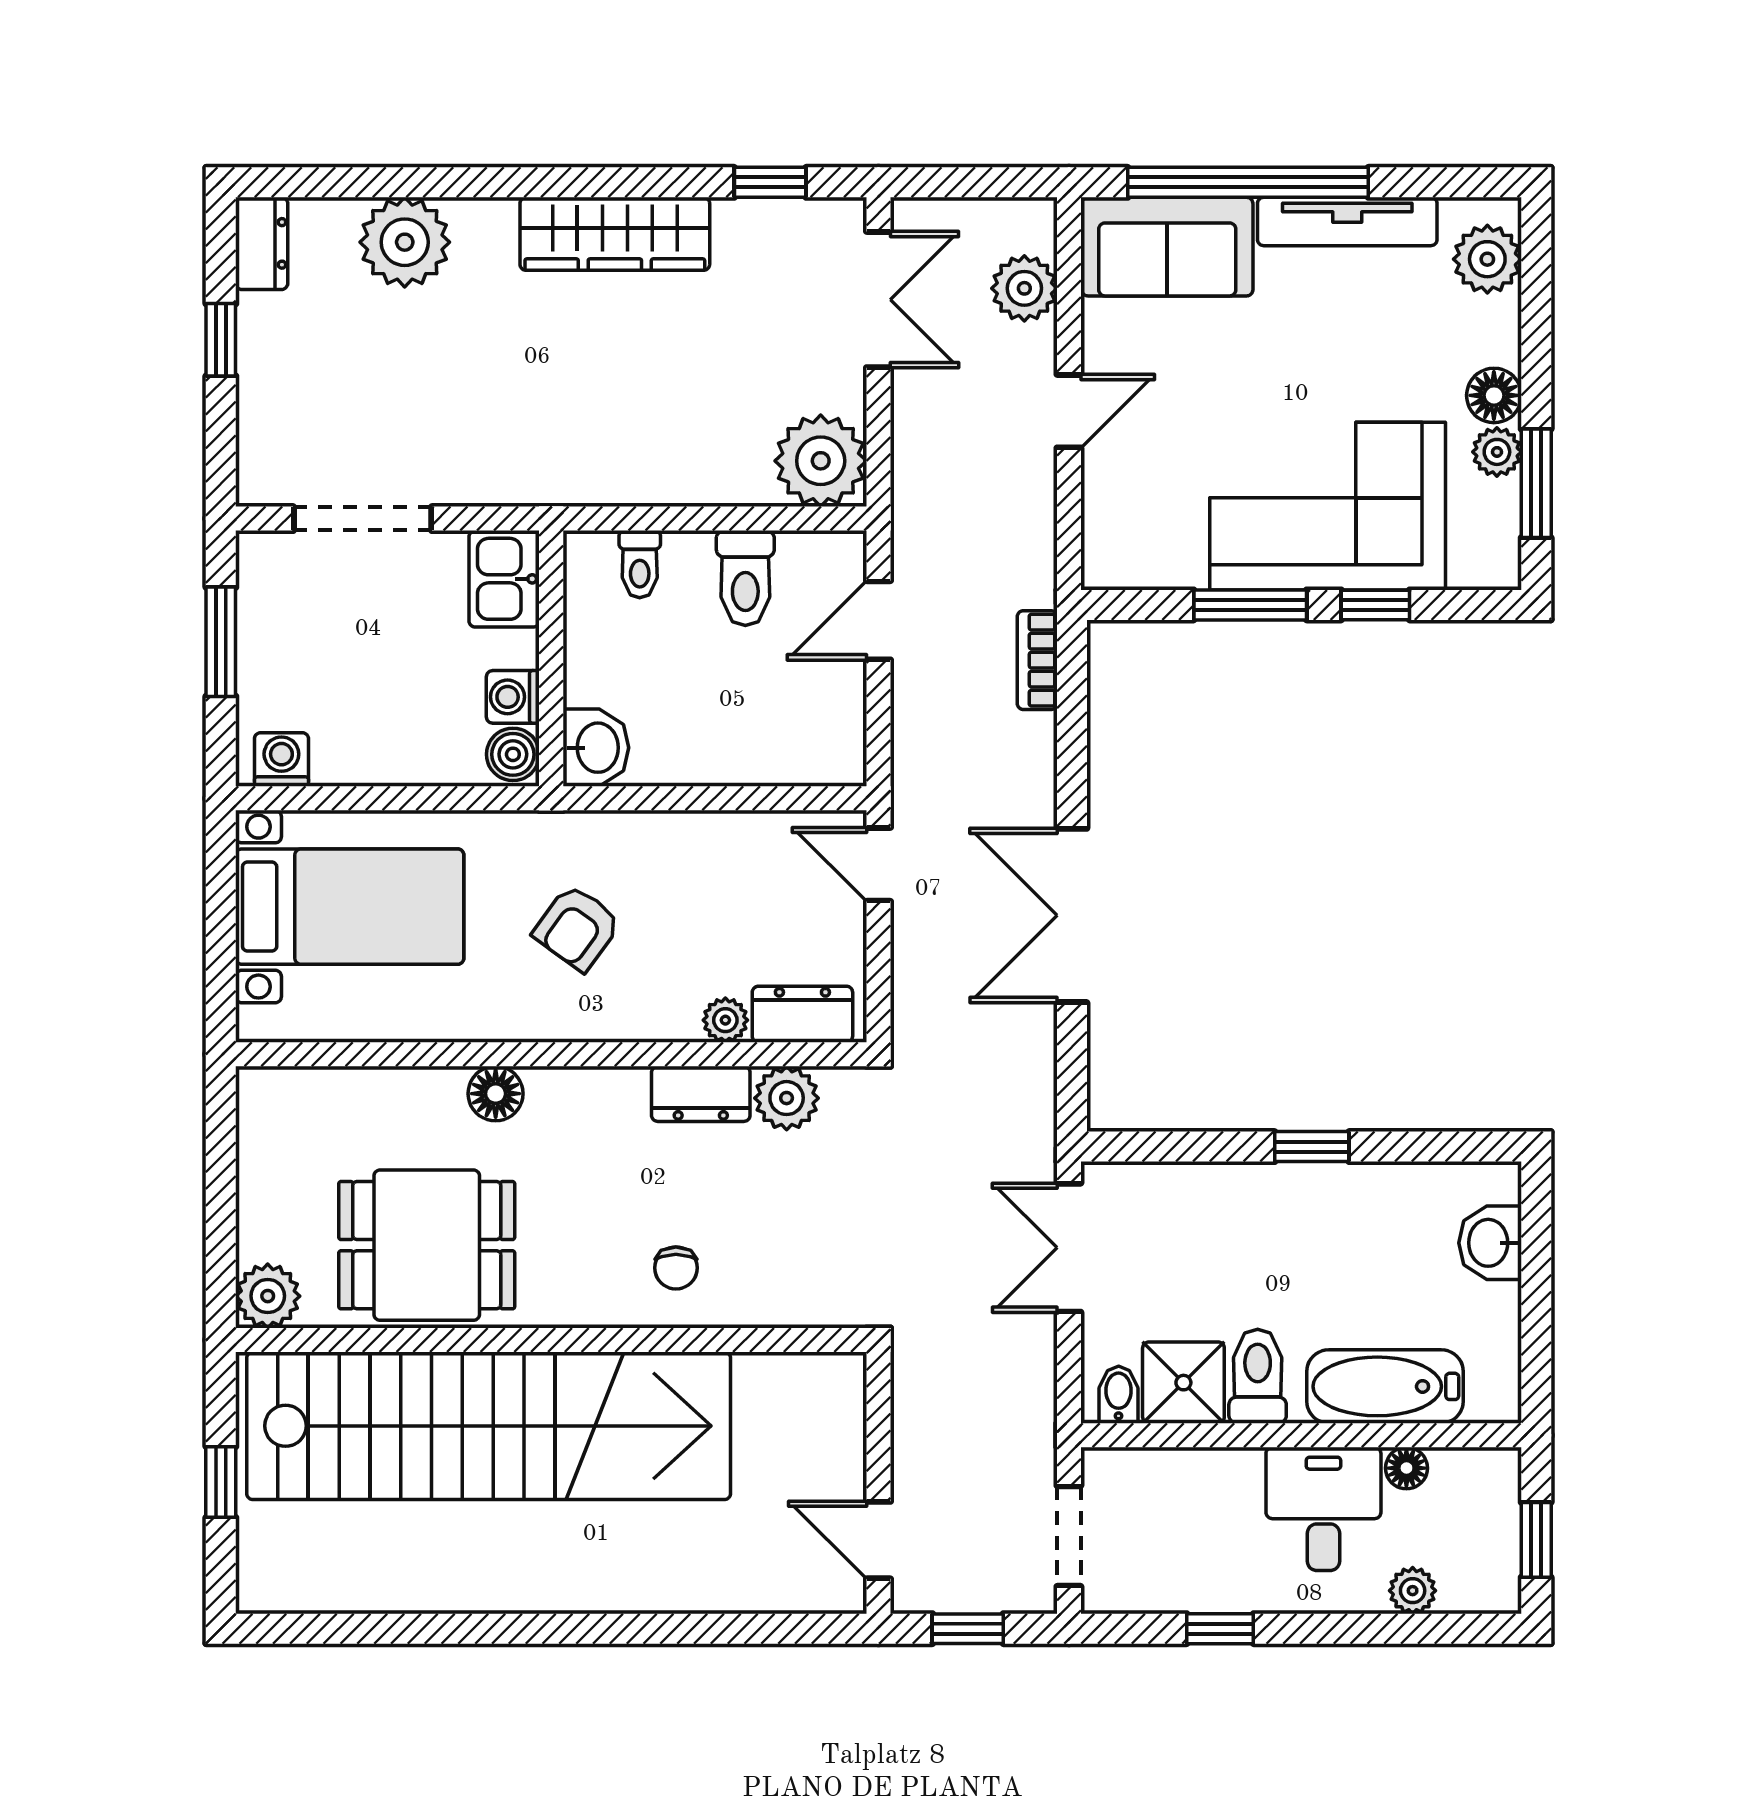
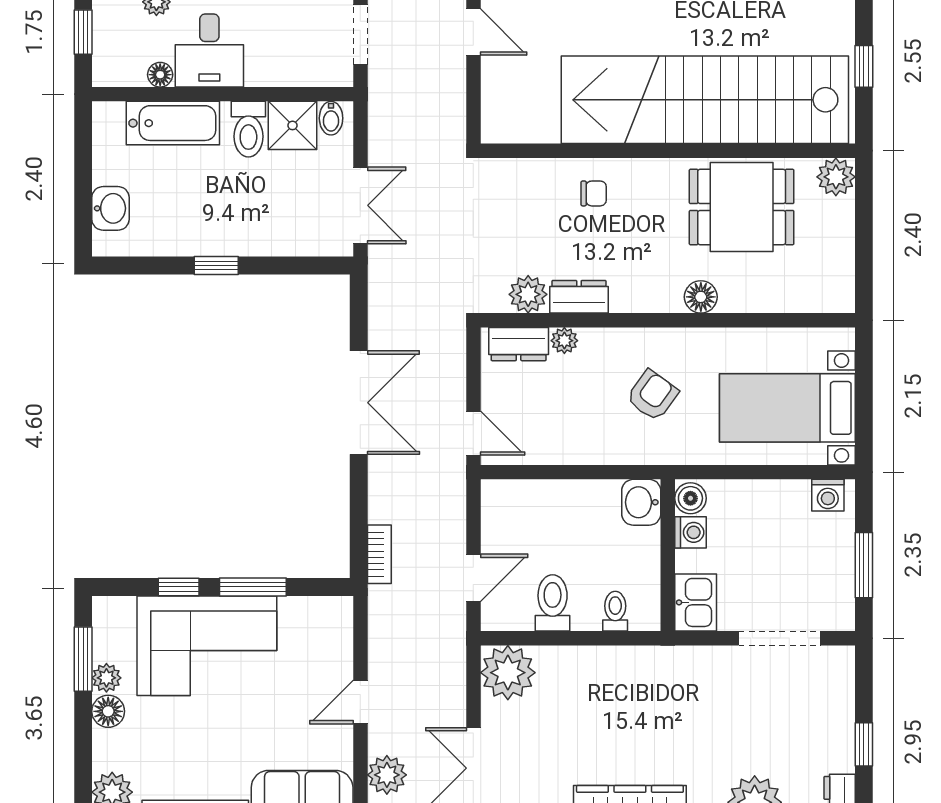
chair: (676, 1268) -> (594, 193), turned 90

